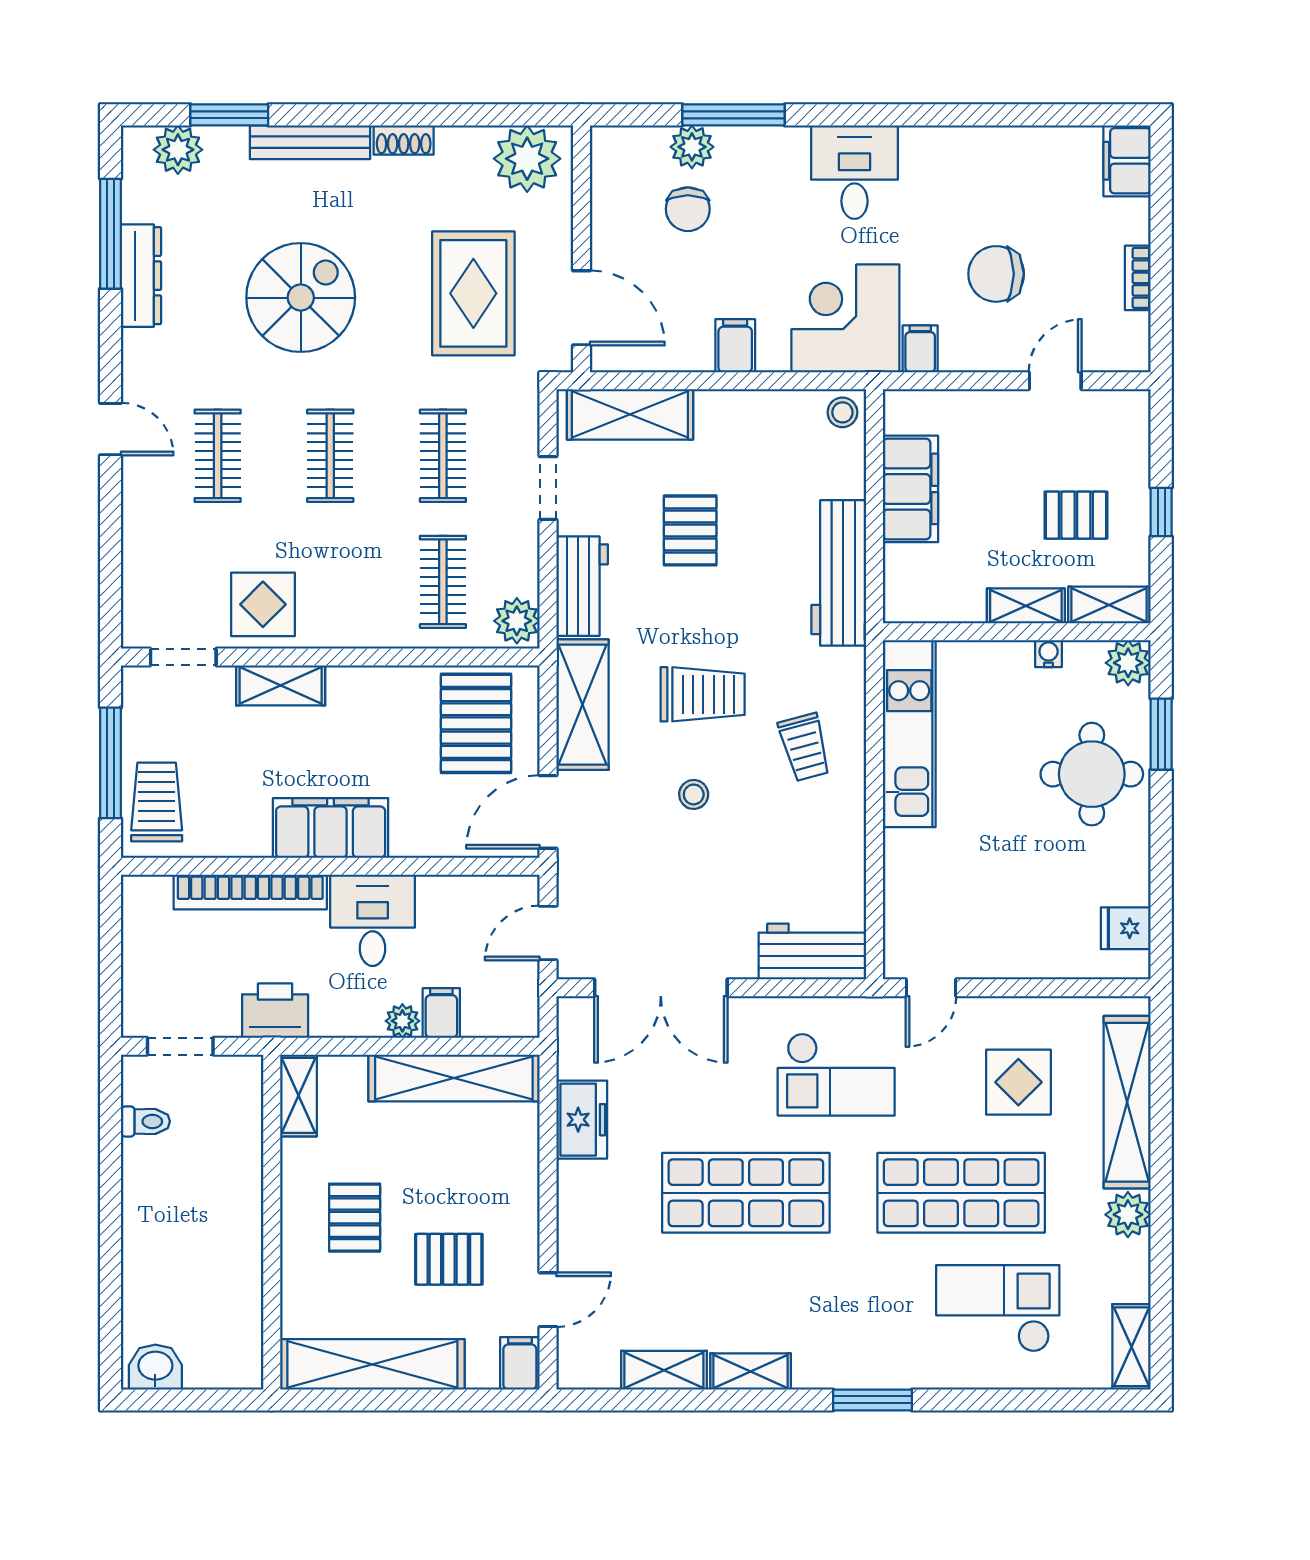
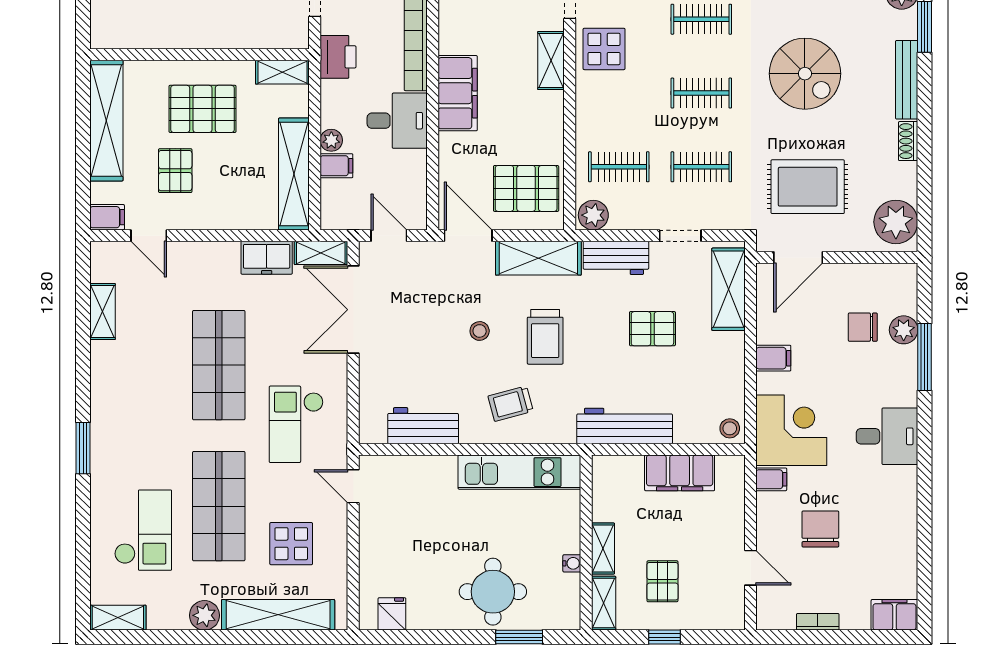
plant: (1128, 663) -> (566, 615), removed
workbench: (812, 952) -> (423, 426), moved, turned -90
pallet: (355, 1218) -> (202, 109), width x1.50, depth x1.42
shelving: (751, 1371) -> (321, 253), moved, turned 90

